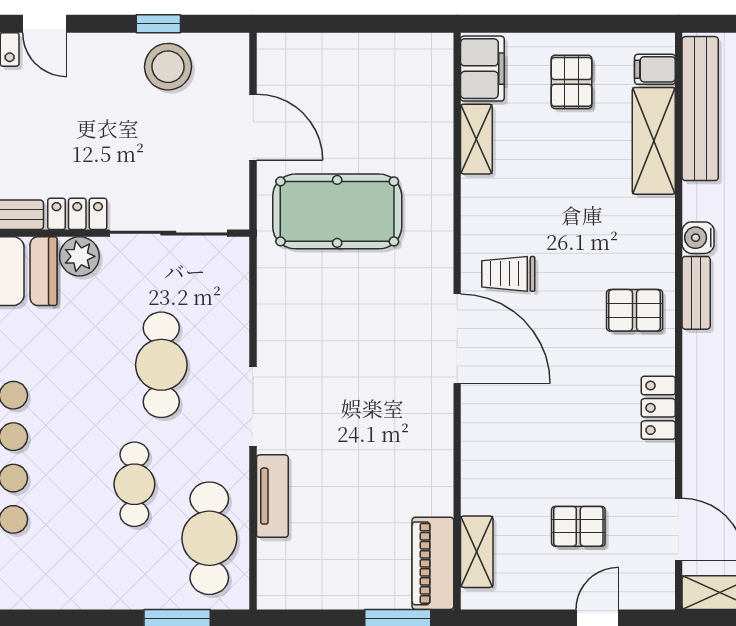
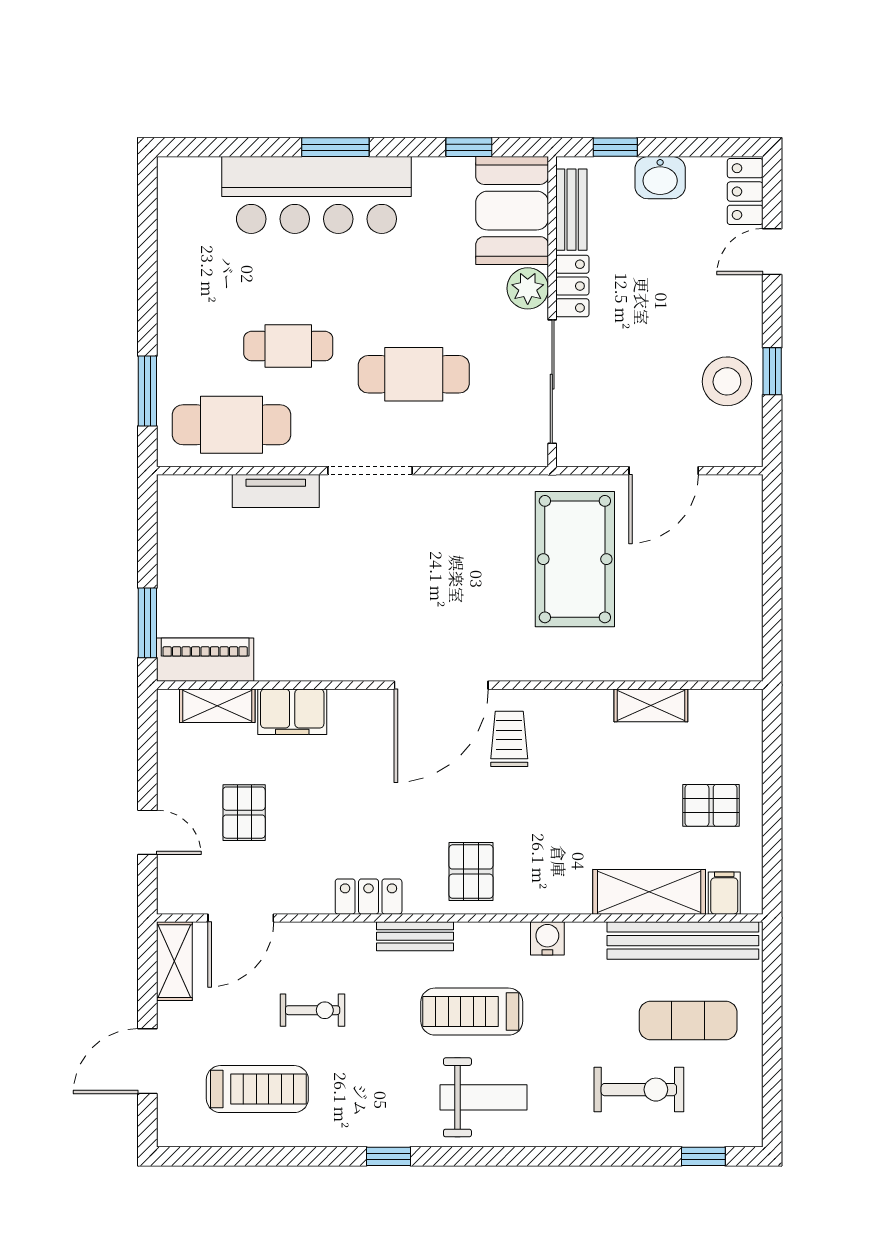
filing cabinet: (482, 69) -> (292, 712), moved
bench: (696, 293) -> (415, 936), moved

